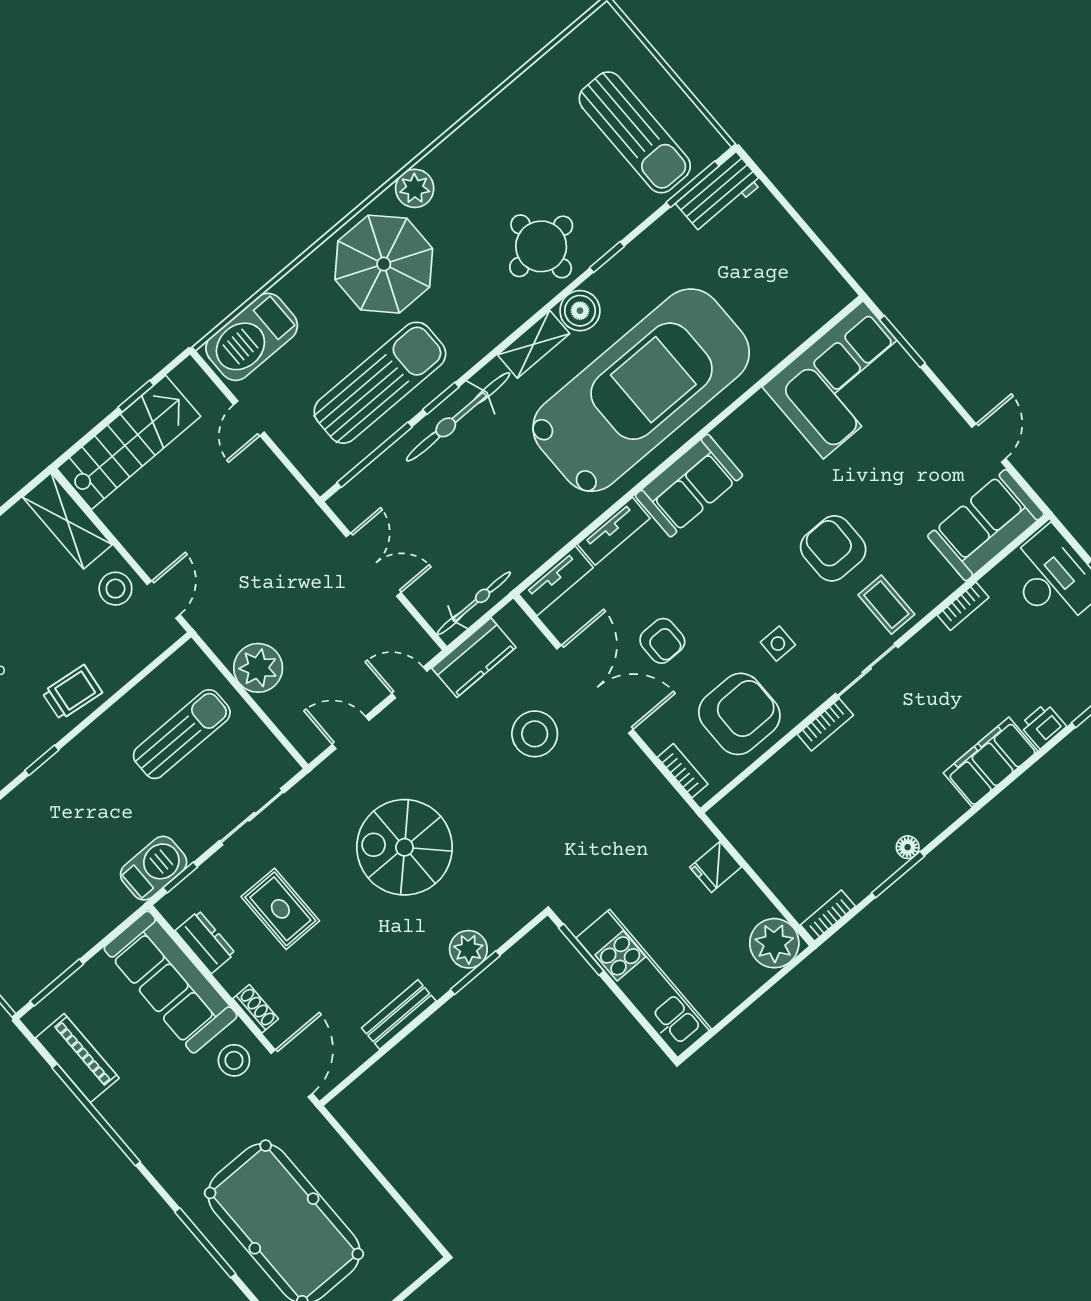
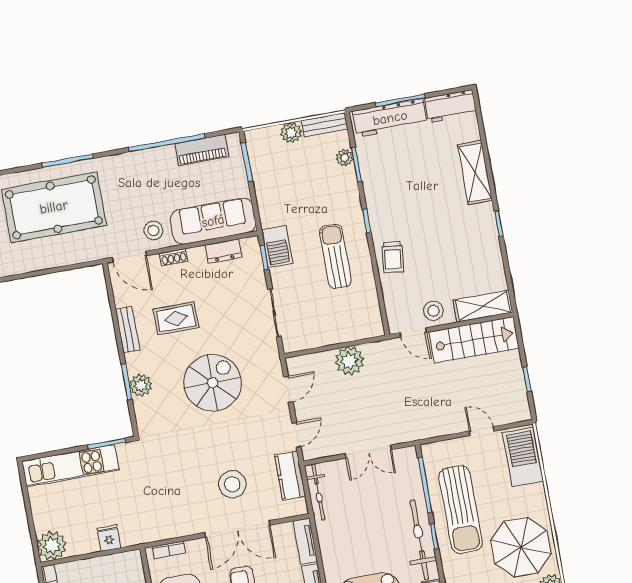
stairs: (129, 442) -> (474, 340), moved, turned -90
sun lounger: (182, 734) -> (335, 256), moved, turned 180
rug: (280, 909) -> (176, 318), moved

